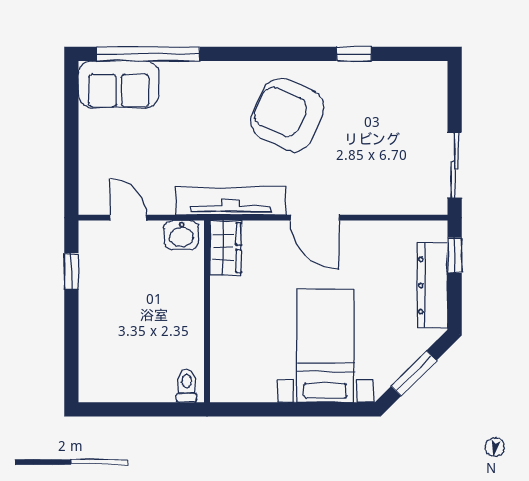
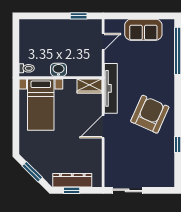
sofa: (119, 84) -> (143, 30), moved, turned -90
washbasin: (181, 235) -> (58, 70), moved, turned 90
window: (455, 255) -> (72, 190), moved
bed with nightstands: (325, 346) -> (41, 105), moved, turned 90

